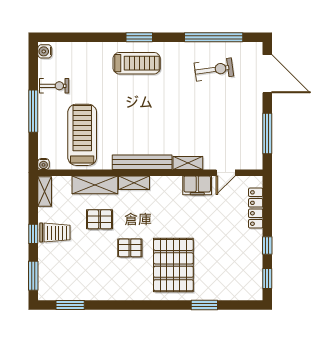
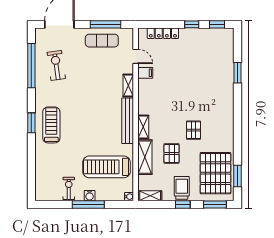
water cooler: (45, 51) -> (90, 196), moved
exercise mat: (246, 129) -> (102, 41), added
filing cabinet: (197, 185) -> (145, 73), width x0.50
pallet: (173, 265) -> (215, 173), moved, turned 90

